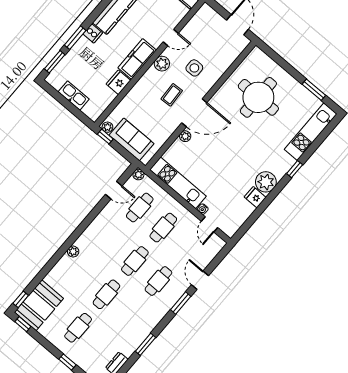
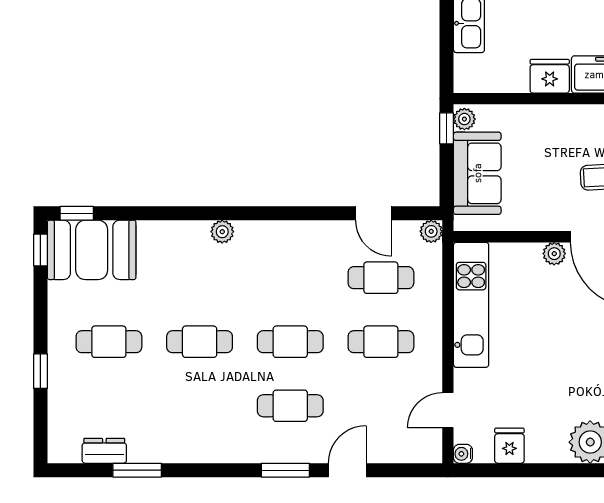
fridge: (255, 197) -> (509, 446), moved
water cooler: (203, 209) -> (463, 454), moved
window: (145, 344) -> (137, 470), moved

